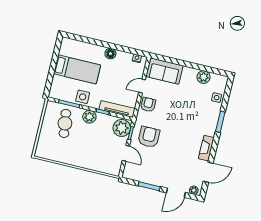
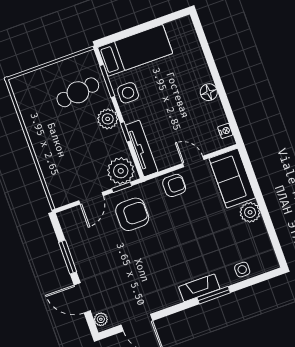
bed: (77, 69) -> (135, 50), moved, turned -90
plant: (204, 77) -> (250, 212), moved
fireplace: (206, 148) -> (199, 288), moved

